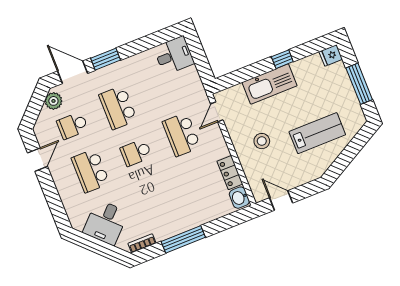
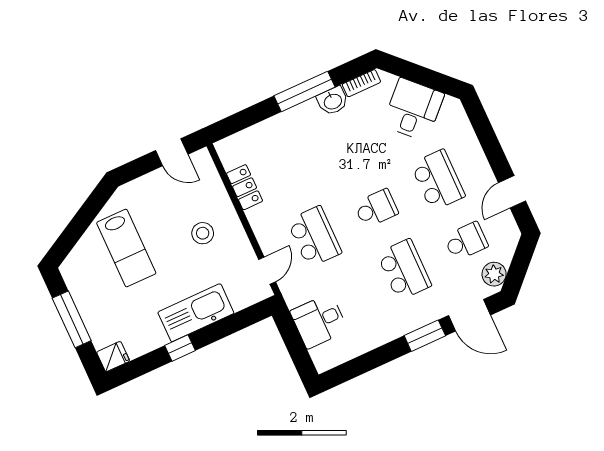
desk: (174, 55) -> (319, 321), moved
lab bench: (317, 133) -> (126, 248), turned -90
washbasin: (239, 198) -> (333, 101), moved, turned 90

